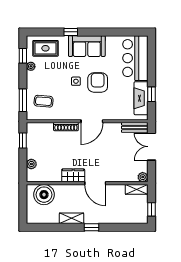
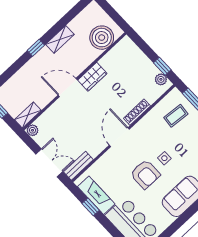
plant: (31, 164) -> (161, 79), moved

